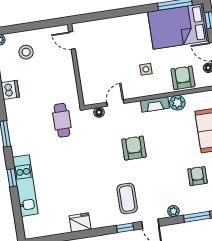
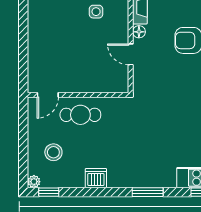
floor lamp: (99, 112) -> (139, 32), moved
cafe table: (62, 120) -> (80, 115), moved

